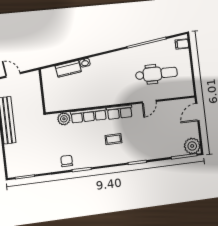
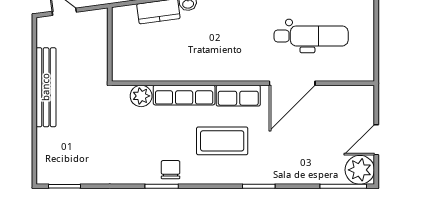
door: (149, 102) -> (292, 83), width x1.87
door: (197, 112) -> (376, 140), moved
coffee table: (113, 139) -> (222, 141), width x1.86, depth x1.72
chair: (67, 161) -> (171, 170), moved

